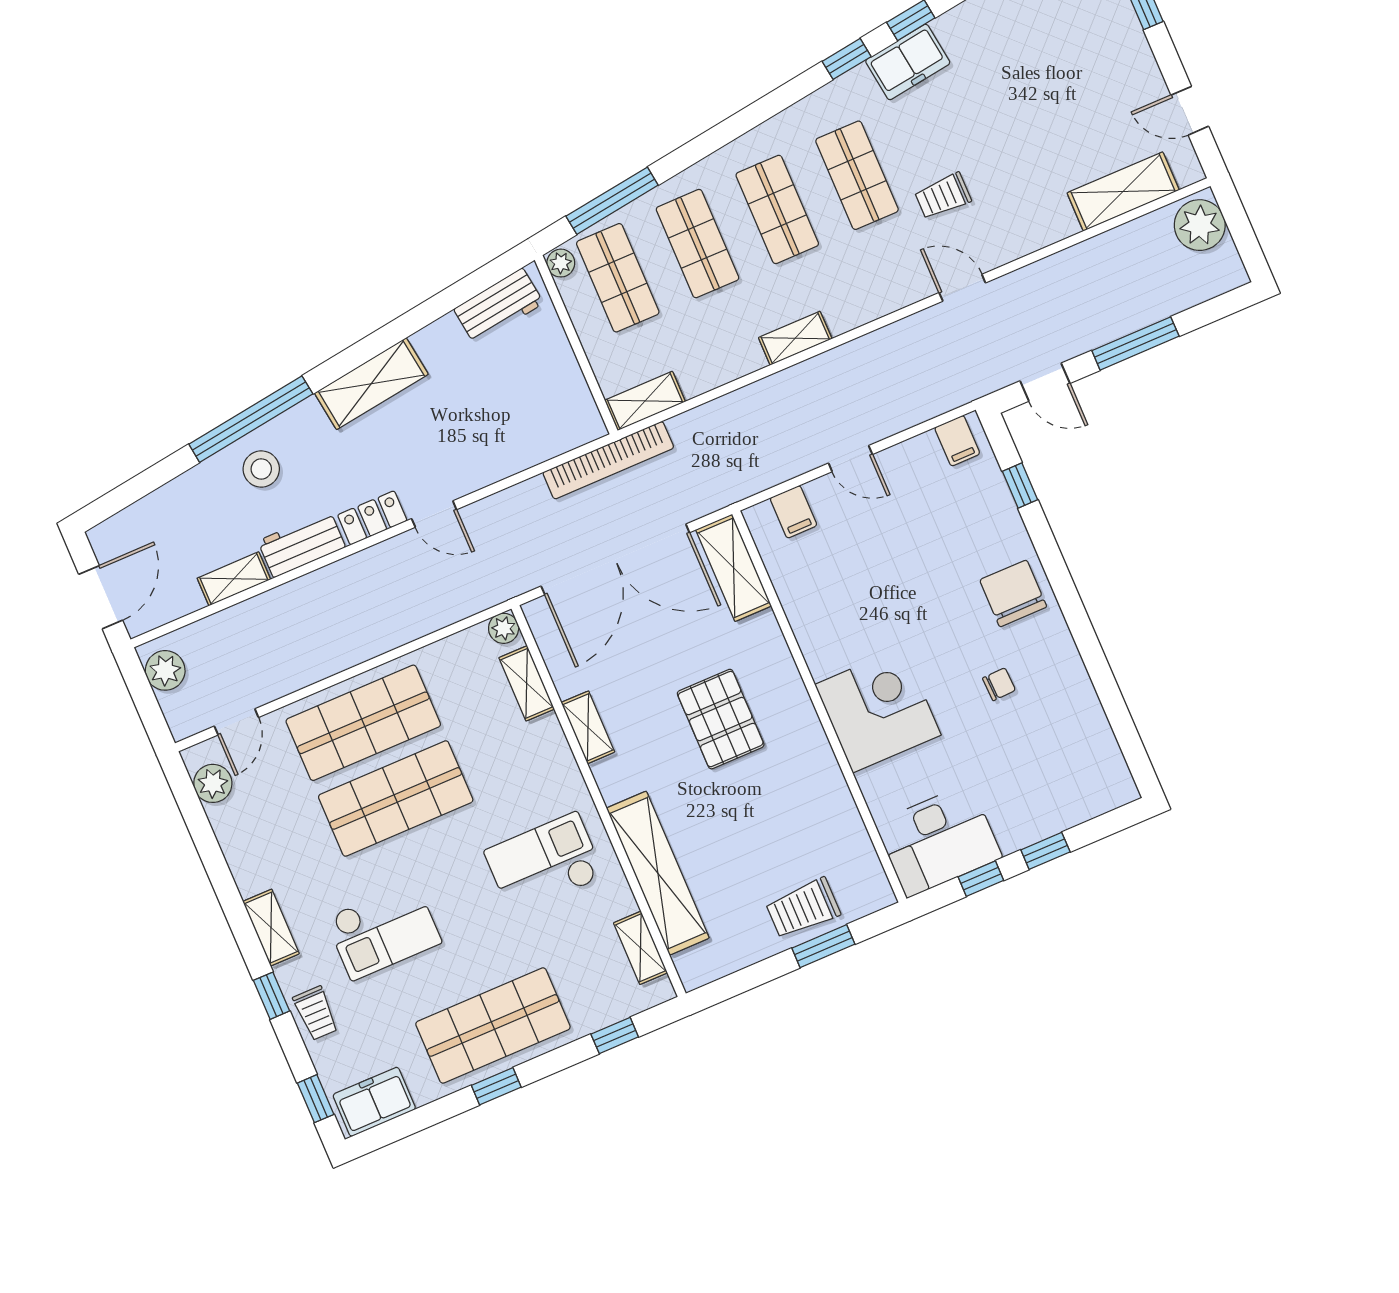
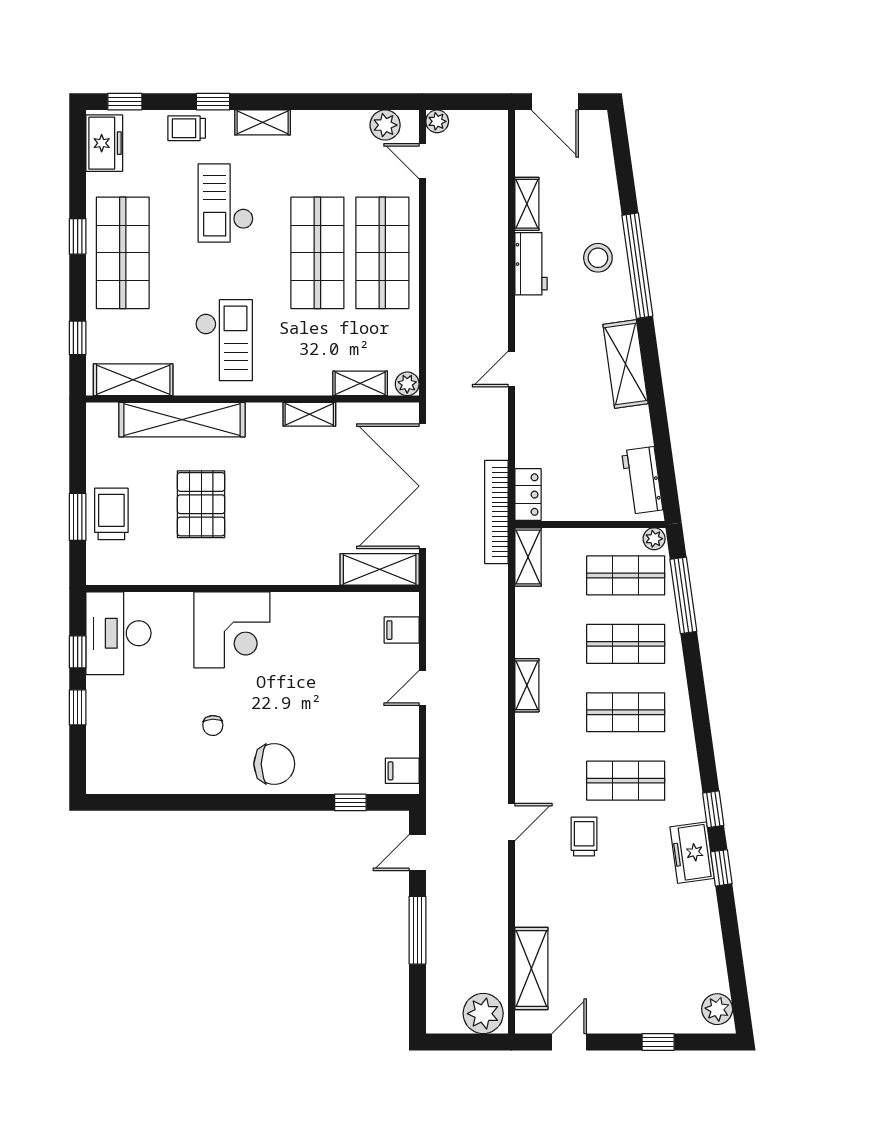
locker: (372, 518) -> (528, 495), moved
plant: (165, 670) -> (437, 121), moved, width x0.73, depth x0.73
pallet: (721, 719) -> (201, 504), moved, turned 90
shelving: (640, 948) -> (133, 380), width x1.50, depth x1.33

